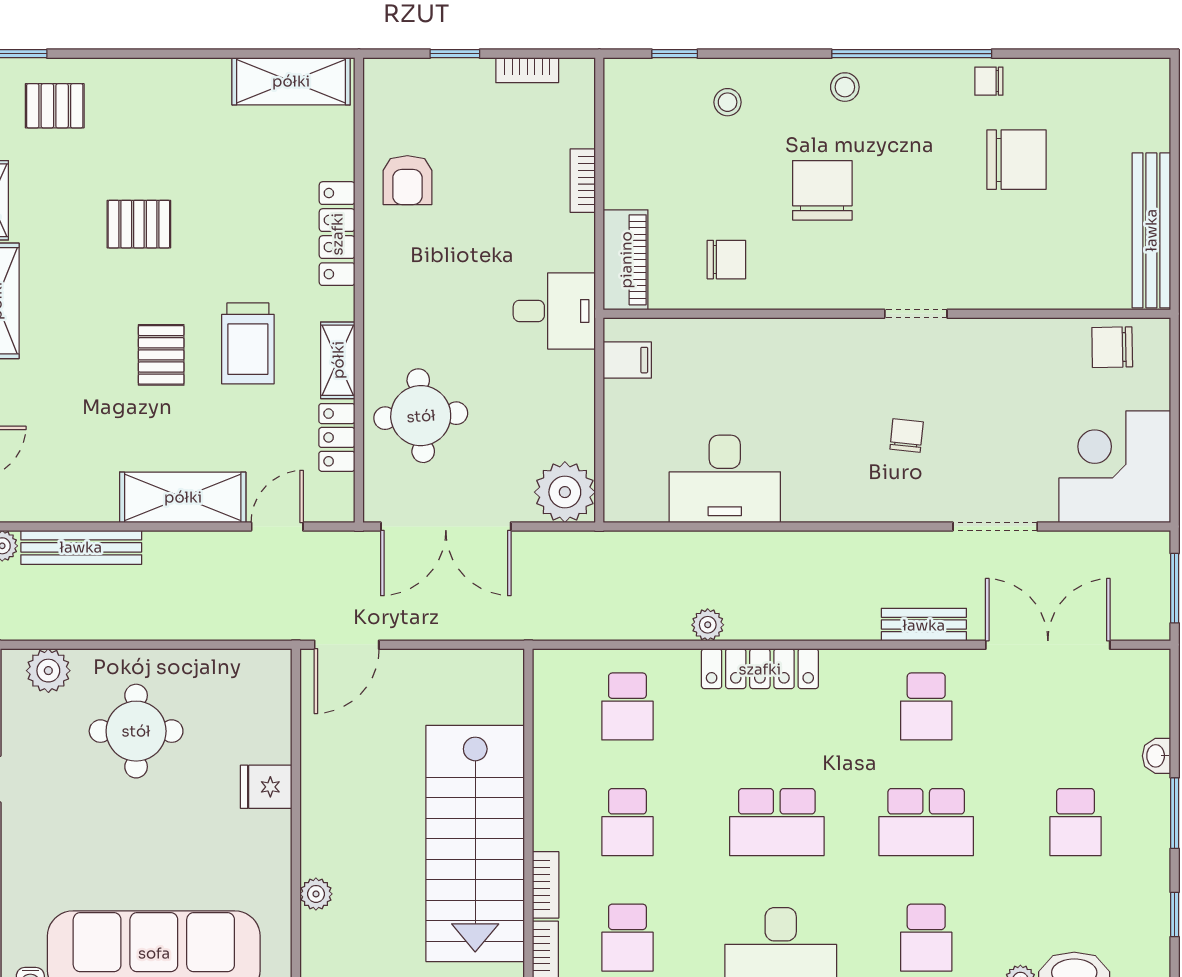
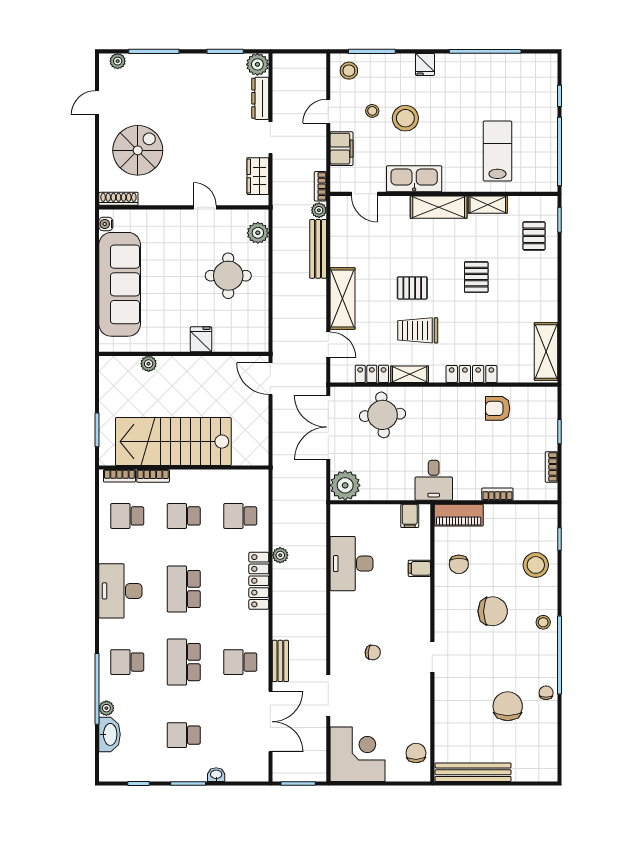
stool: (728, 102) -> (536, 565), width x1.89, depth x1.89
chair: (1017, 160) -> (508, 706), turned 180
filing cabinet: (735, 340) -> (419, 568), added

